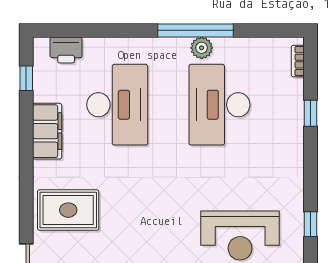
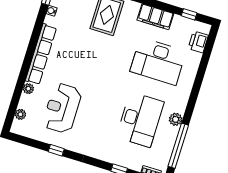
window: (196, 30) -> (178, 146), moved
desk: (219, 105) -> (140, 120), turned 90

